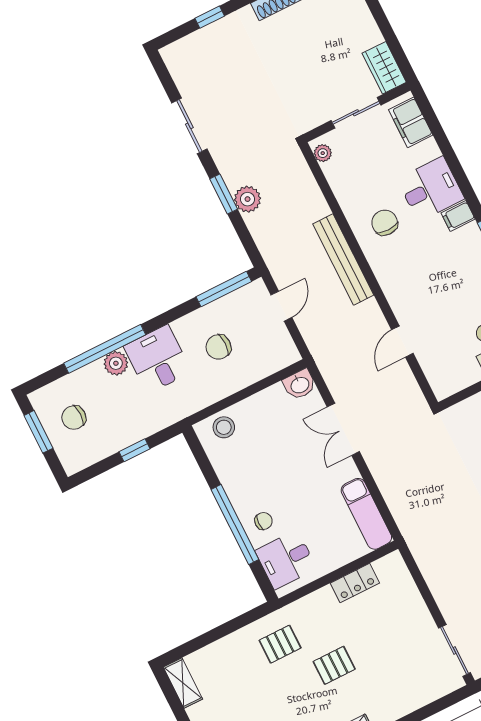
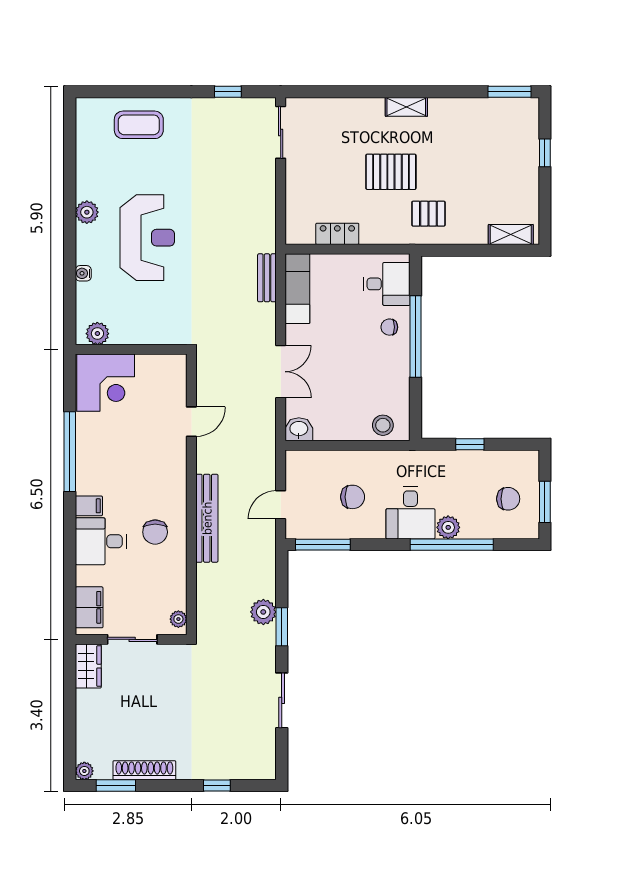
bench: (399, 510) -> (267, 278), added
pallet: (334, 665) -> (391, 172), width x1.50, depth x1.42
shelving: (183, 683) -> (511, 235), moved, turned 90

